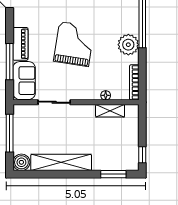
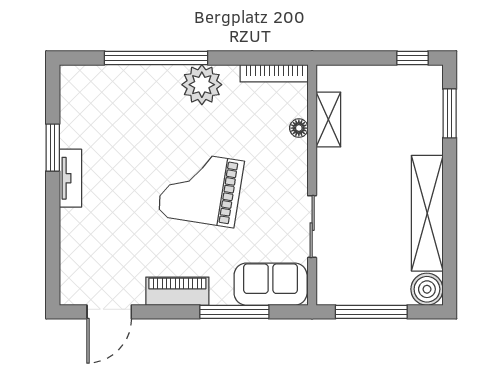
piano: (20, 44) -> (177, 291), moved

